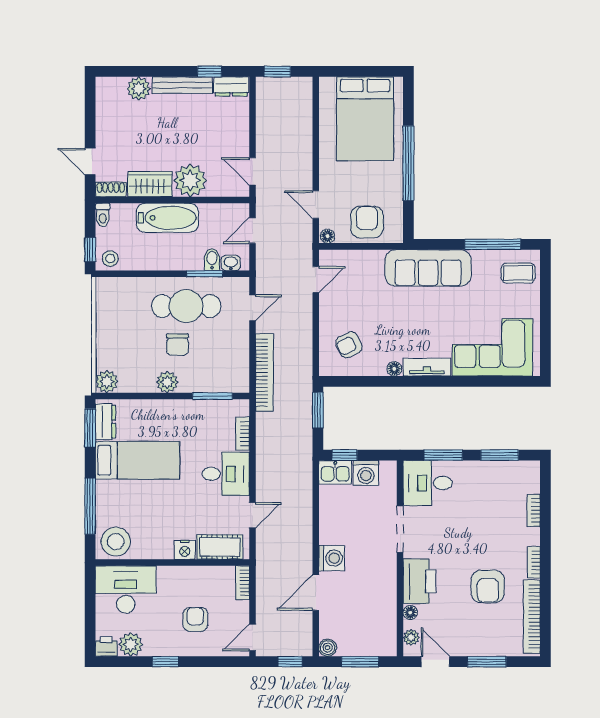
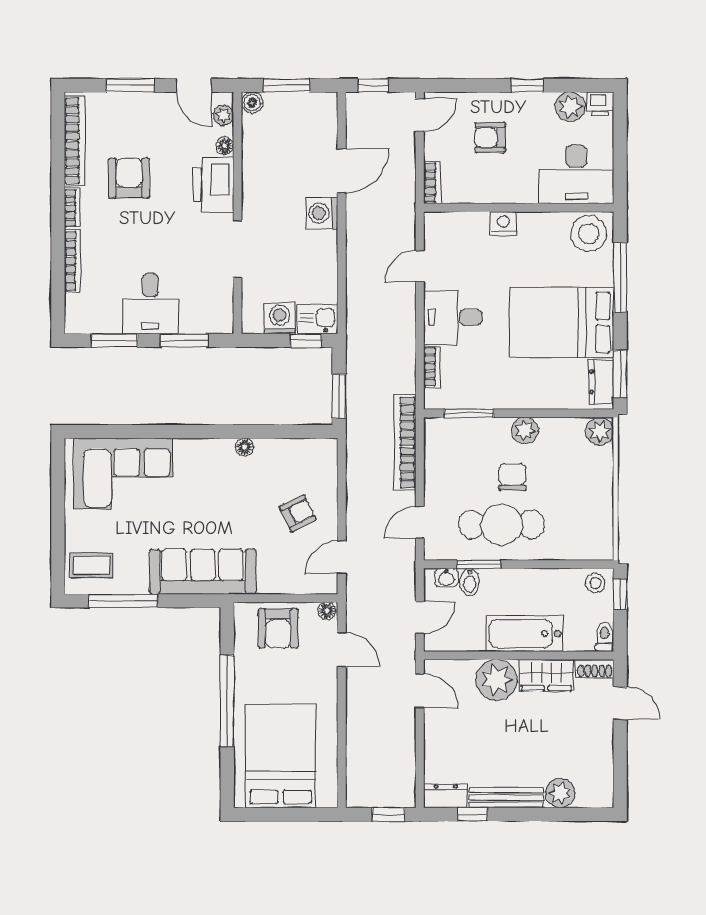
armchair: (349, 345) -> (298, 513), moved
tv unit: (427, 367) -> (204, 449), removed
bed: (138, 460) -> (562, 322), width x1.50
desk: (428, 483) -> (150, 304), moved, turned 90
bookcase: (534, 510) -> (72, 261), width x1.56
cot: (220, 547) -> (460, 227), removed
armchair: (195, 619) -> (490, 138), turned 90
boiler: (328, 648) -> (252, 103), moved

